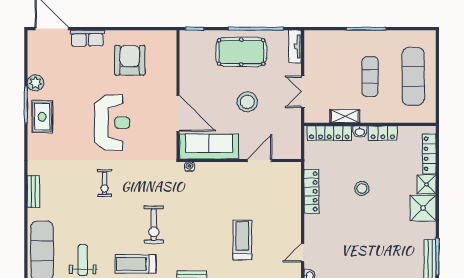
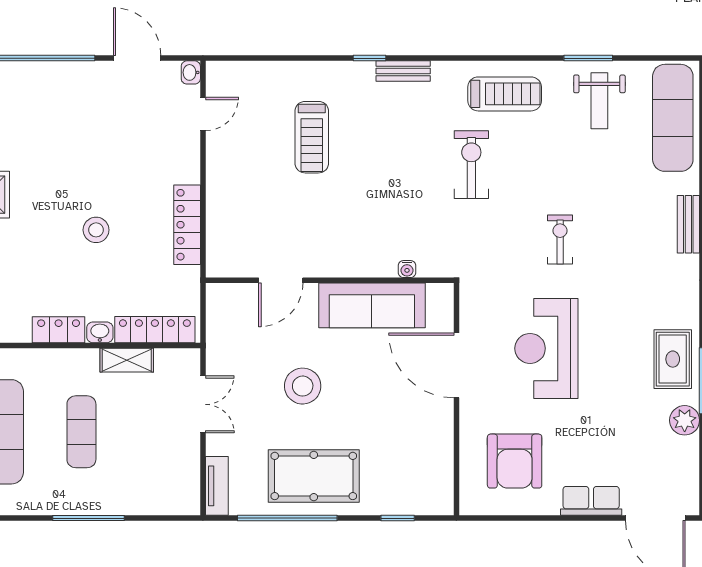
wall: (178, 95) -> (456, 399), moved
door: (178, 113) -> (456, 365), moved

